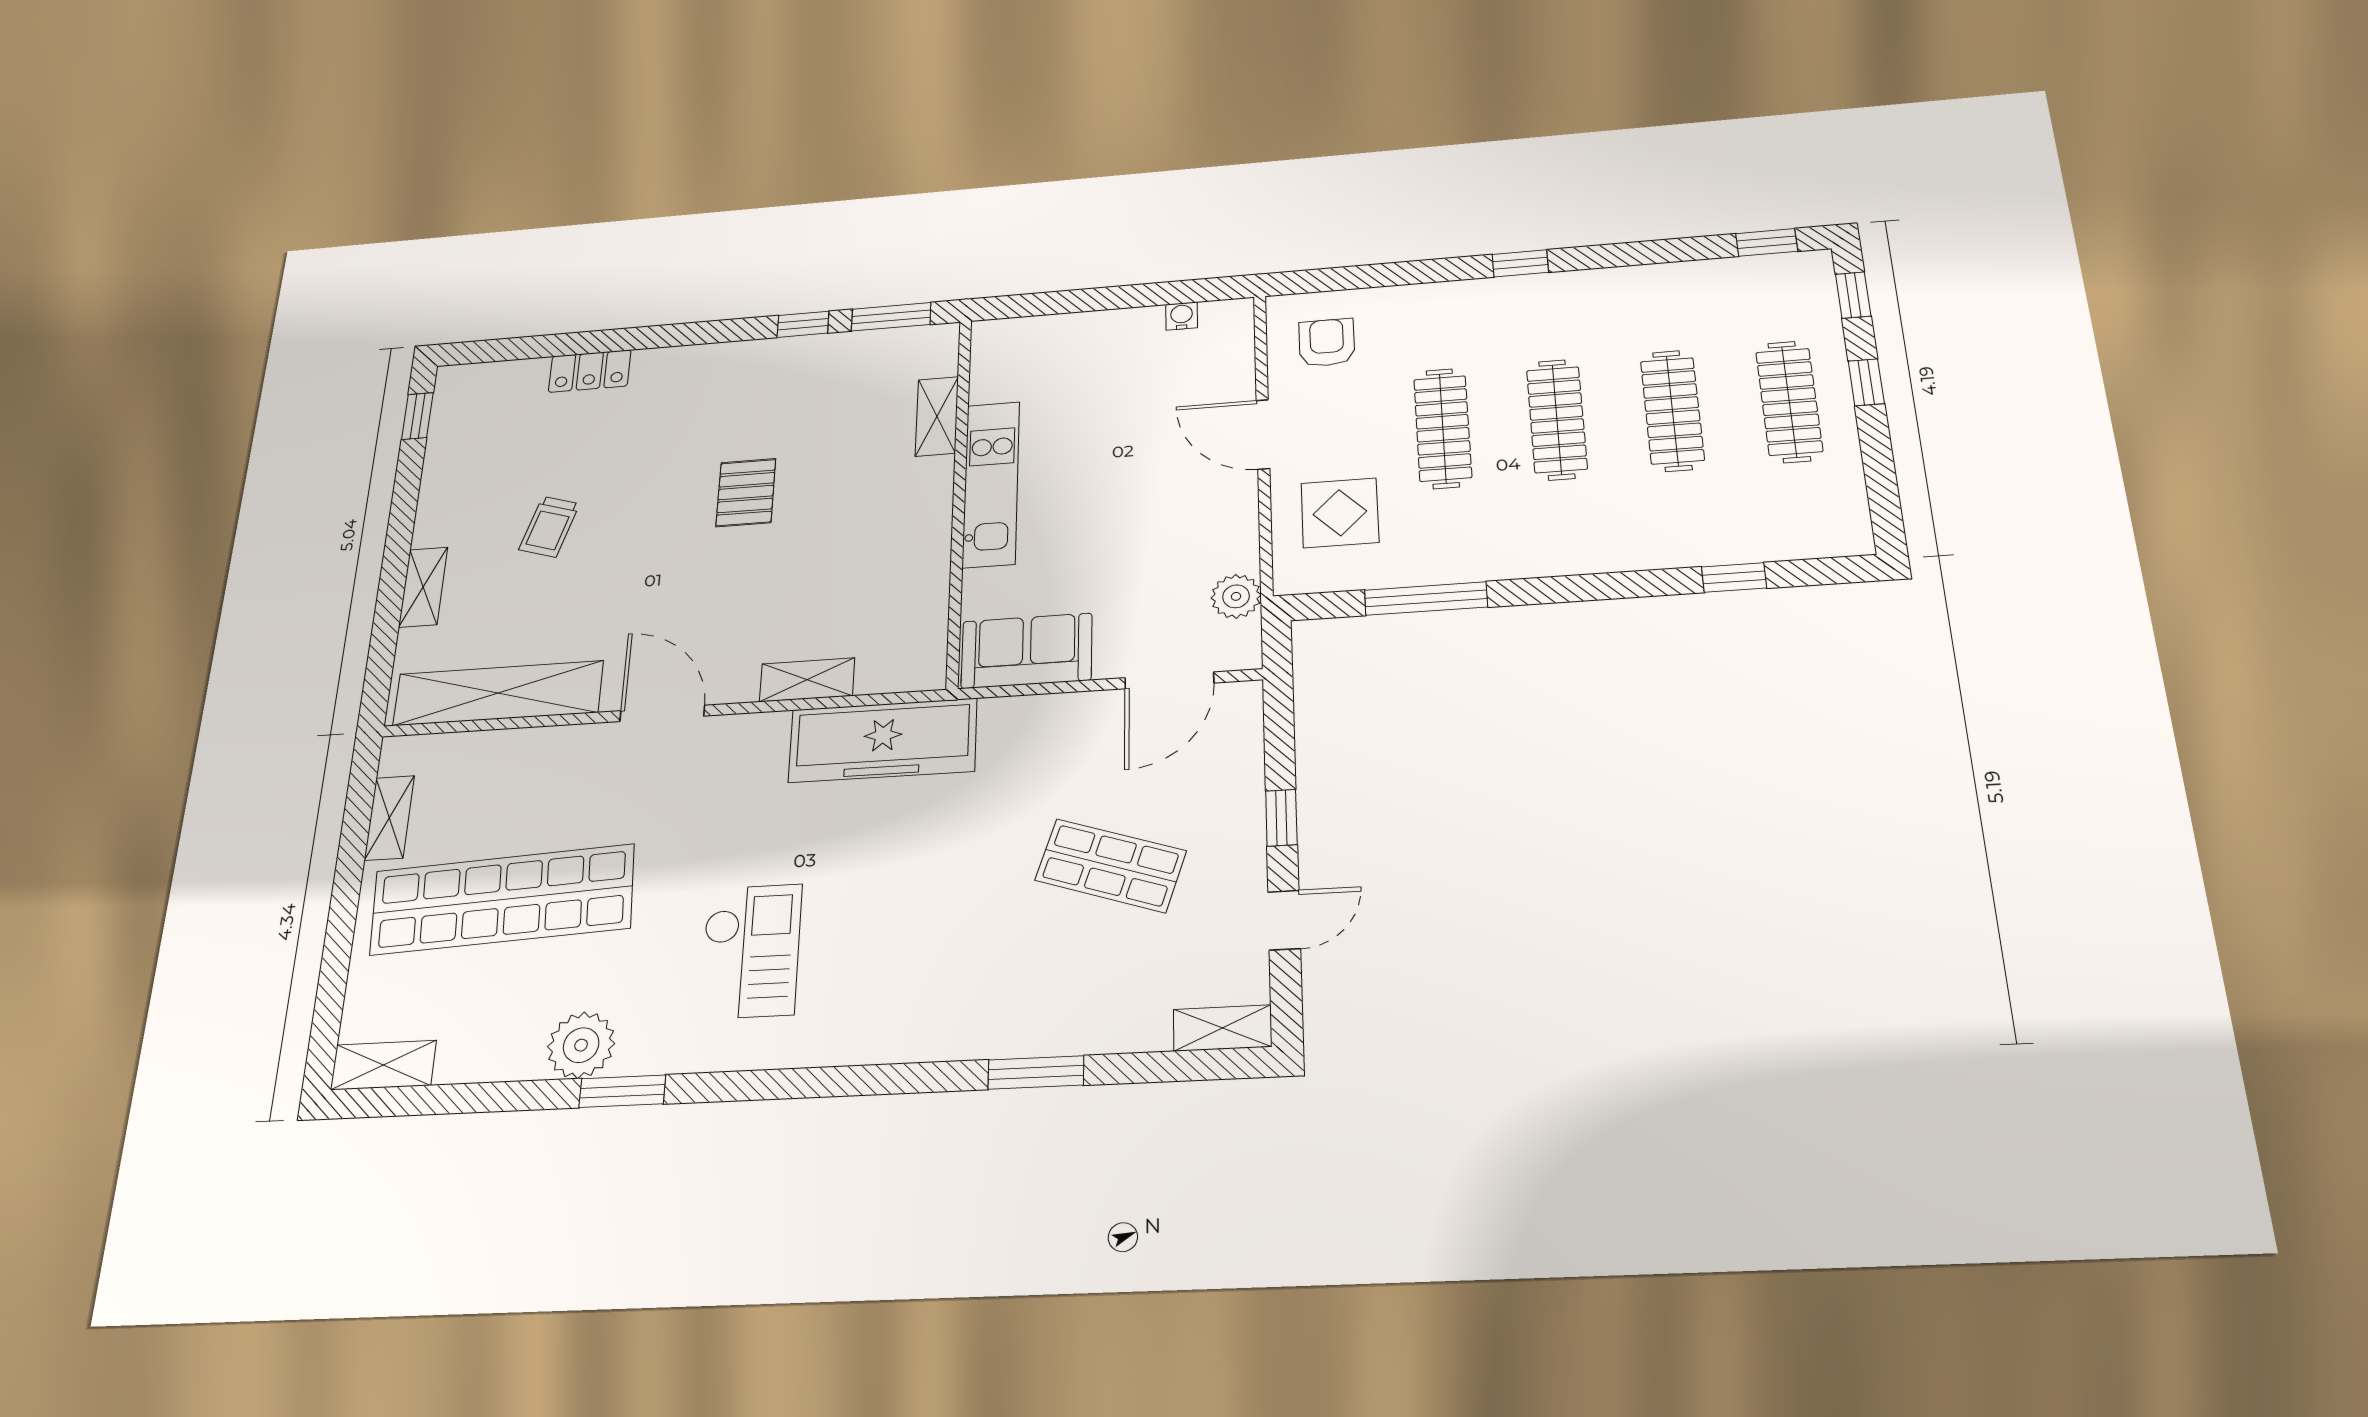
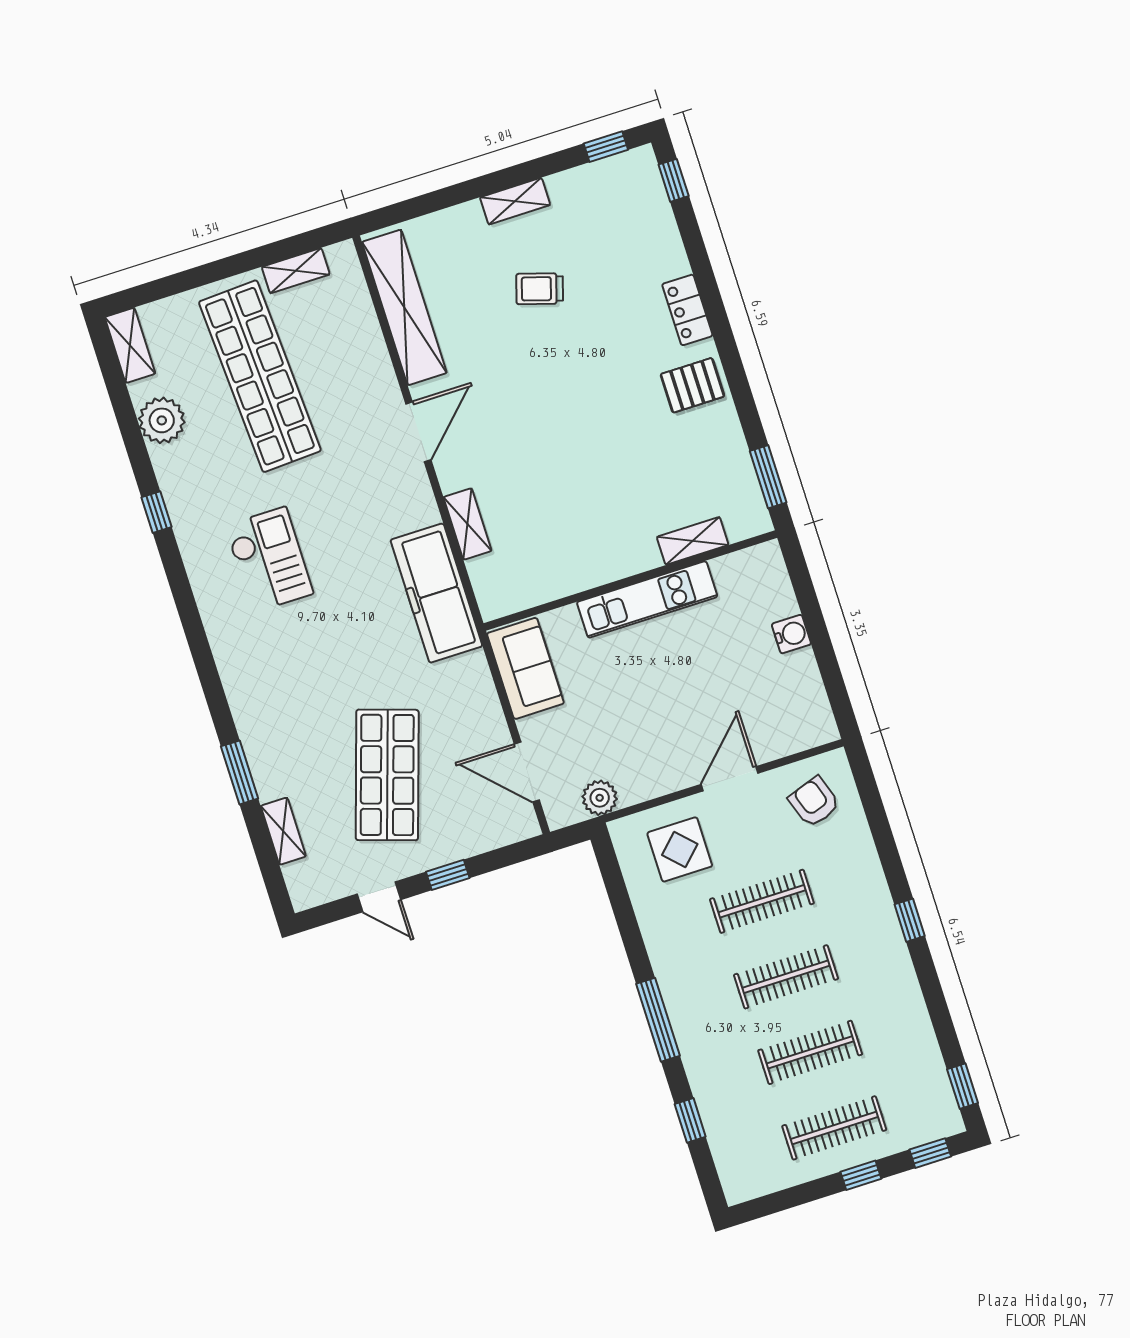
water cooler: (1182, 316) -> (791, 634), moved, width x1.38, depth x1.38
window: (803, 324) -> (674, 180), moved
armchair: (1327, 343) -> (814, 802), turned -109
locker: (590, 371) -> (687, 310), moved
pallet: (746, 493) -> (692, 385), moved
shelving: (423, 587) -> (515, 201), moved
window: (1426, 599) -> (658, 1020), moved
shop shelf: (1110, 866) -> (387, 775), width x1.43, depth x1.36
checkout: (751, 951) -> (269, 560), turned -90
shelving: (1222, 1028) -> (283, 831), moved
plant: (581, 1045) -> (162, 420), moved
window: (622, 1091) -> (156, 512), width x0.67

